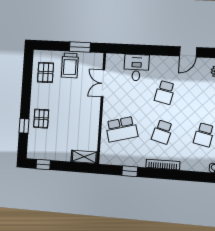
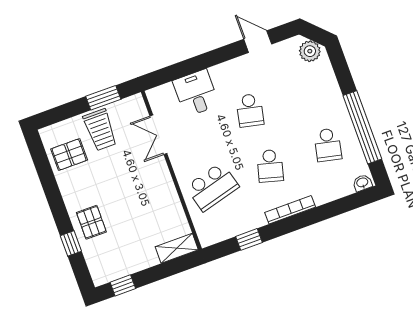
door: (188, 52) -> (258, 42), swing flipped
pallet: (46, 72) -> (69, 155), turned 90

